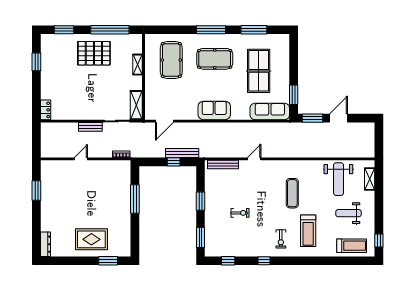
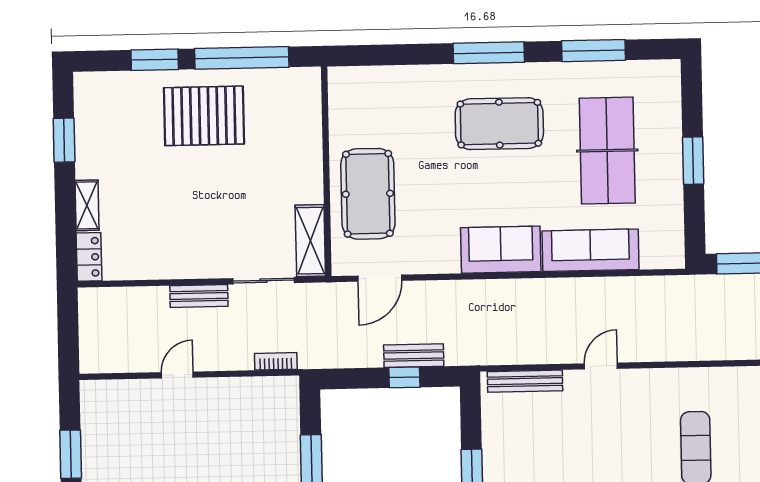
window: (64, 30) -> (155, 60), moved
pool table: (171, 60) -> (368, 194), moved
shelving: (138, 65) -> (87, 205), moved
window: (294, 95) -> (693, 161), moved
sofa: (270, 111) -> (590, 250), moved
bench: (182, 153) -> (414, 356), width x0.73

